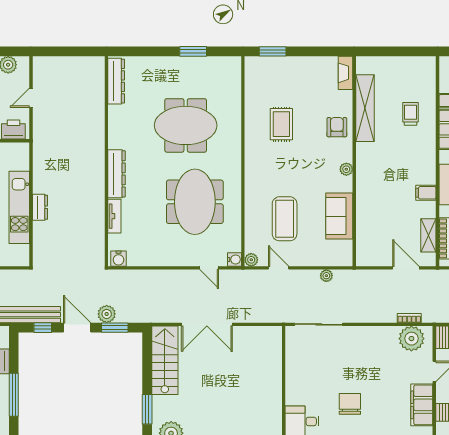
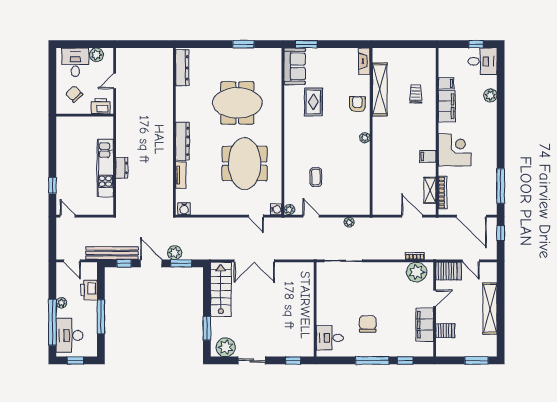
sofa: (339, 216) -> (295, 66), moved, turned 180
coffee table: (285, 219) -> (316, 177), width x0.54, depth x0.58

